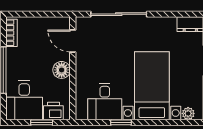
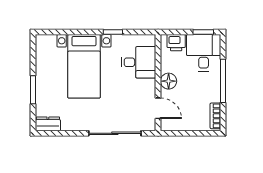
desk: (105, 102) -> (139, 62), moved, turned 90
plant: (188, 113) -> (50, 40), removed
window: (42, 122) -> (203, 32), moved

